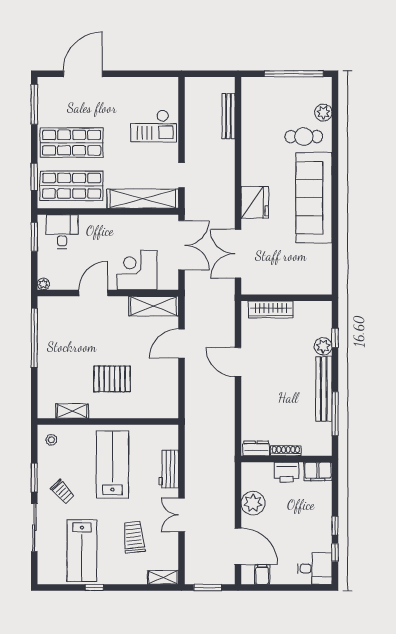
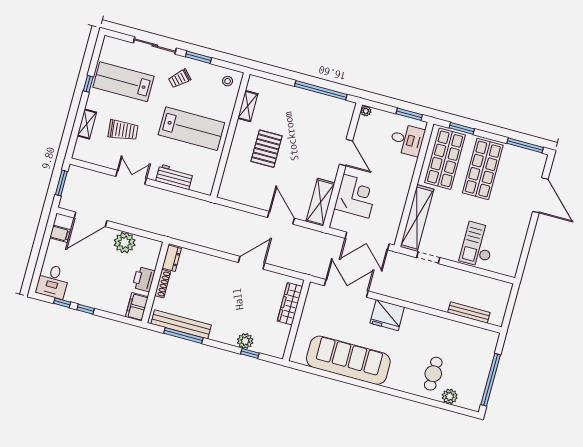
sofa: (314, 198) -> (348, 360), moved
bench: (324, 389) -> (181, 324), moved
shelving: (163, 577) -> (87, 124), moved

